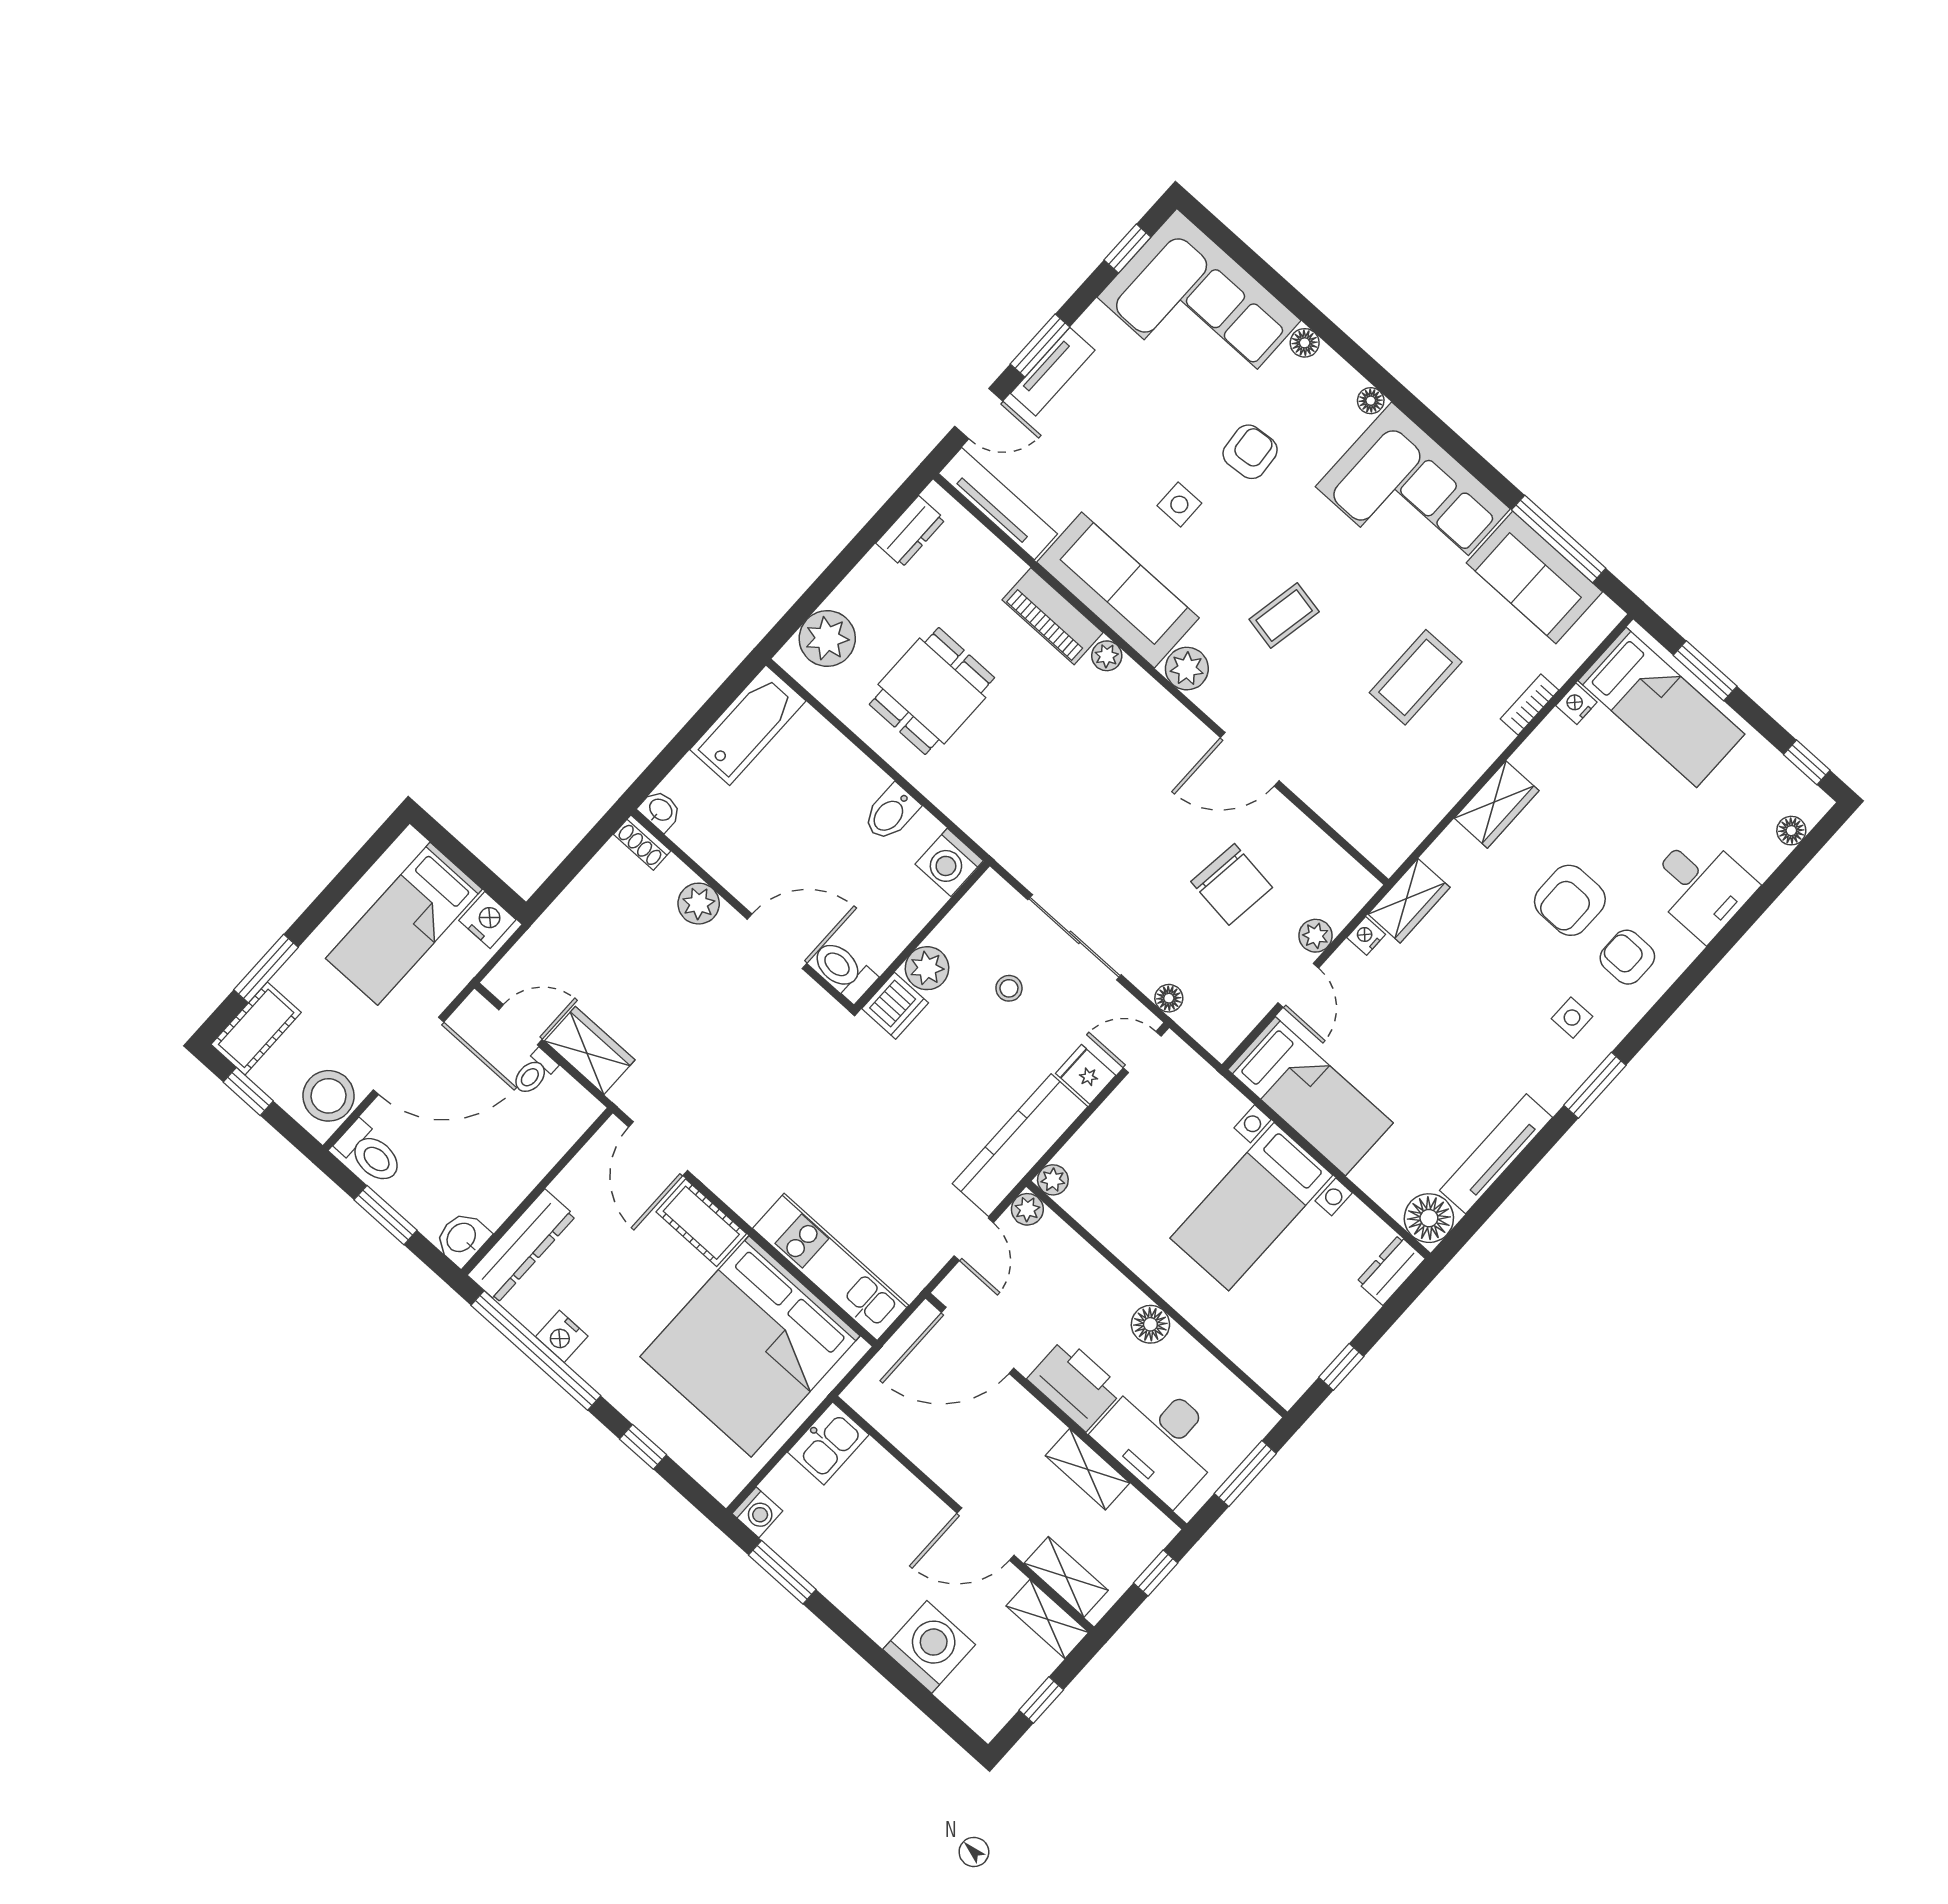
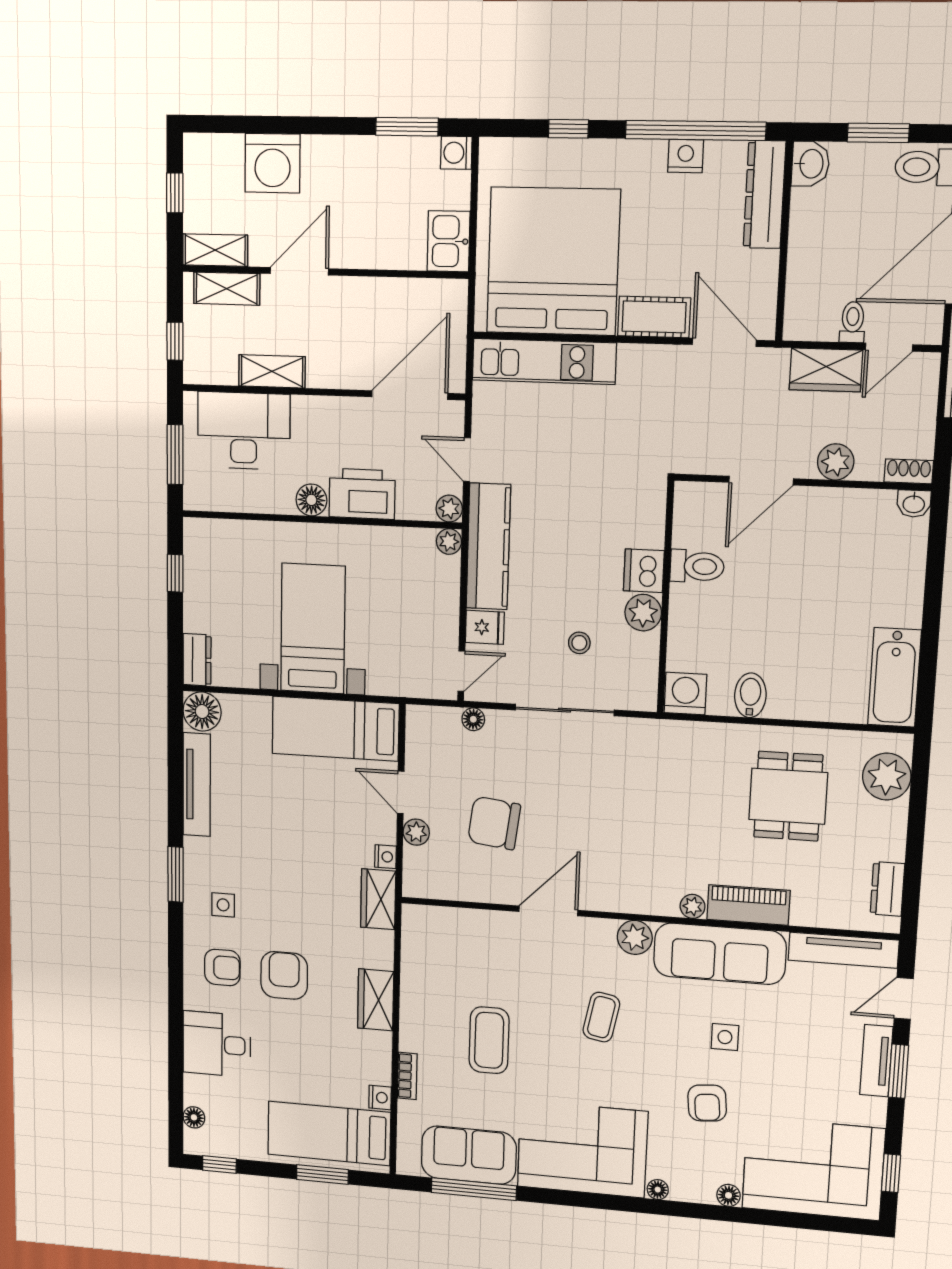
washbasin: (660, 810) -> (914, 504), moved
shoe rack: (642, 843) -> (909, 471), moved
plant: (699, 904) -> (836, 462), moved
wall: (742, 910) -> (802, 482), moved
door: (777, 941) -> (761, 481), moved
printer: (1075, 1384) -> (362, 494), moved, turned 180

